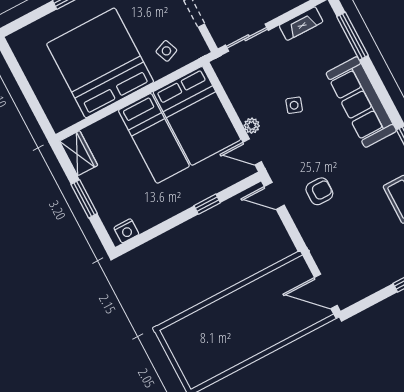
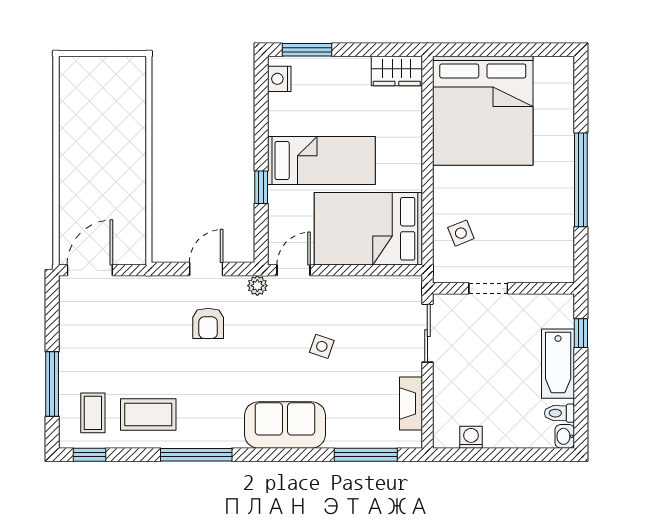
bed: (100, 63) -> (483, 111), moved, turned 90
sofa: (361, 102) -> (285, 425), width x0.73
plant: (252, 126) -> (257, 286), moved
bed: (154, 138) -> (321, 160), moved, turned 180
door: (274, 196) -> (206, 269), moved
window: (84, 199) -> (307, 50), moved

